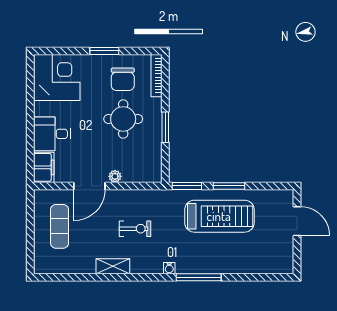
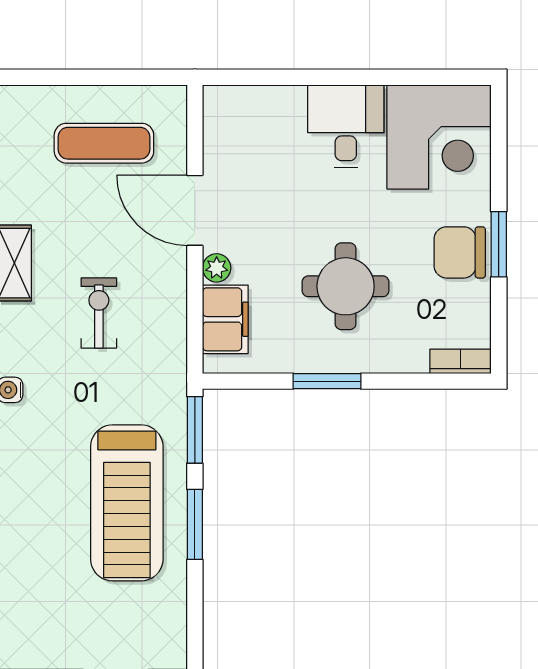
bookcase: (157, 76) -> (461, 361), width x0.64
chair: (123, 79) -> (460, 252), moved
desk: (52, 134) -> (346, 126), moved
filing cabinet: (44, 167) -> (225, 319), moved, turned -90
exercise bike: (135, 229) -> (99, 313), turned 180

